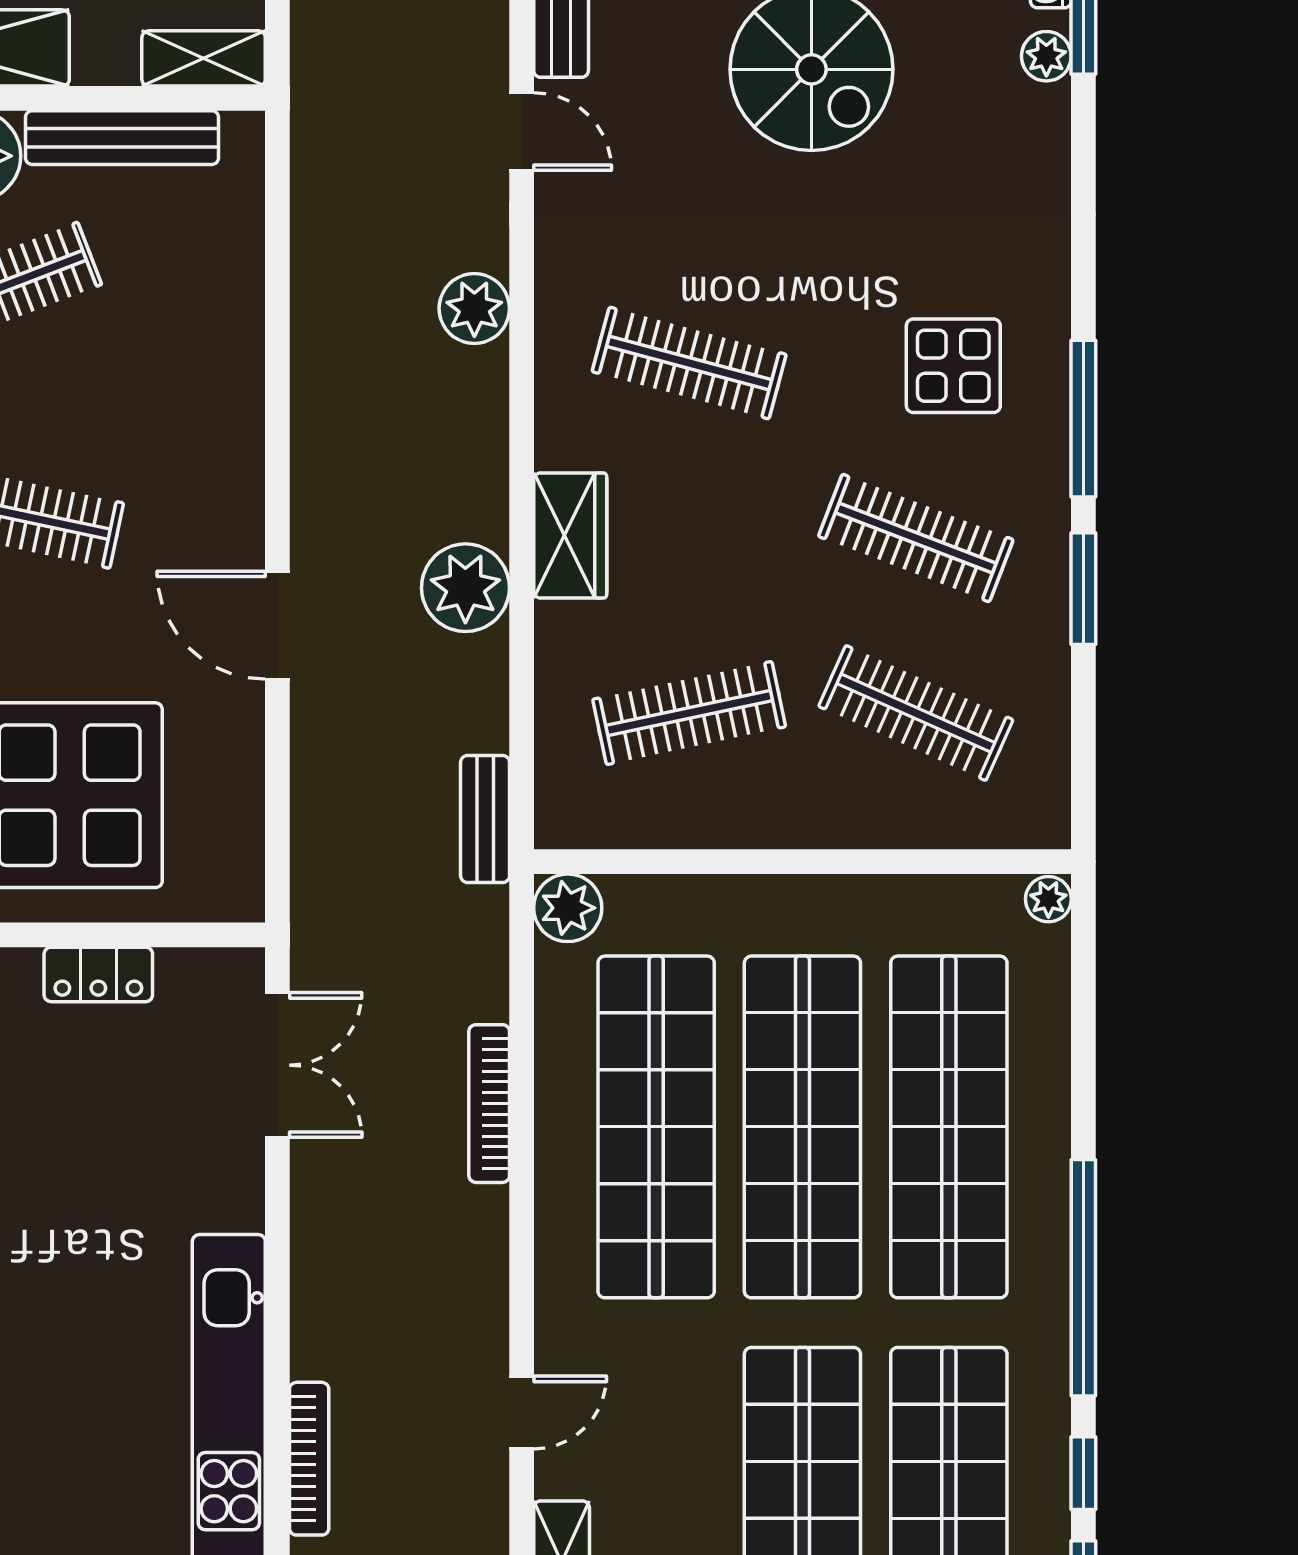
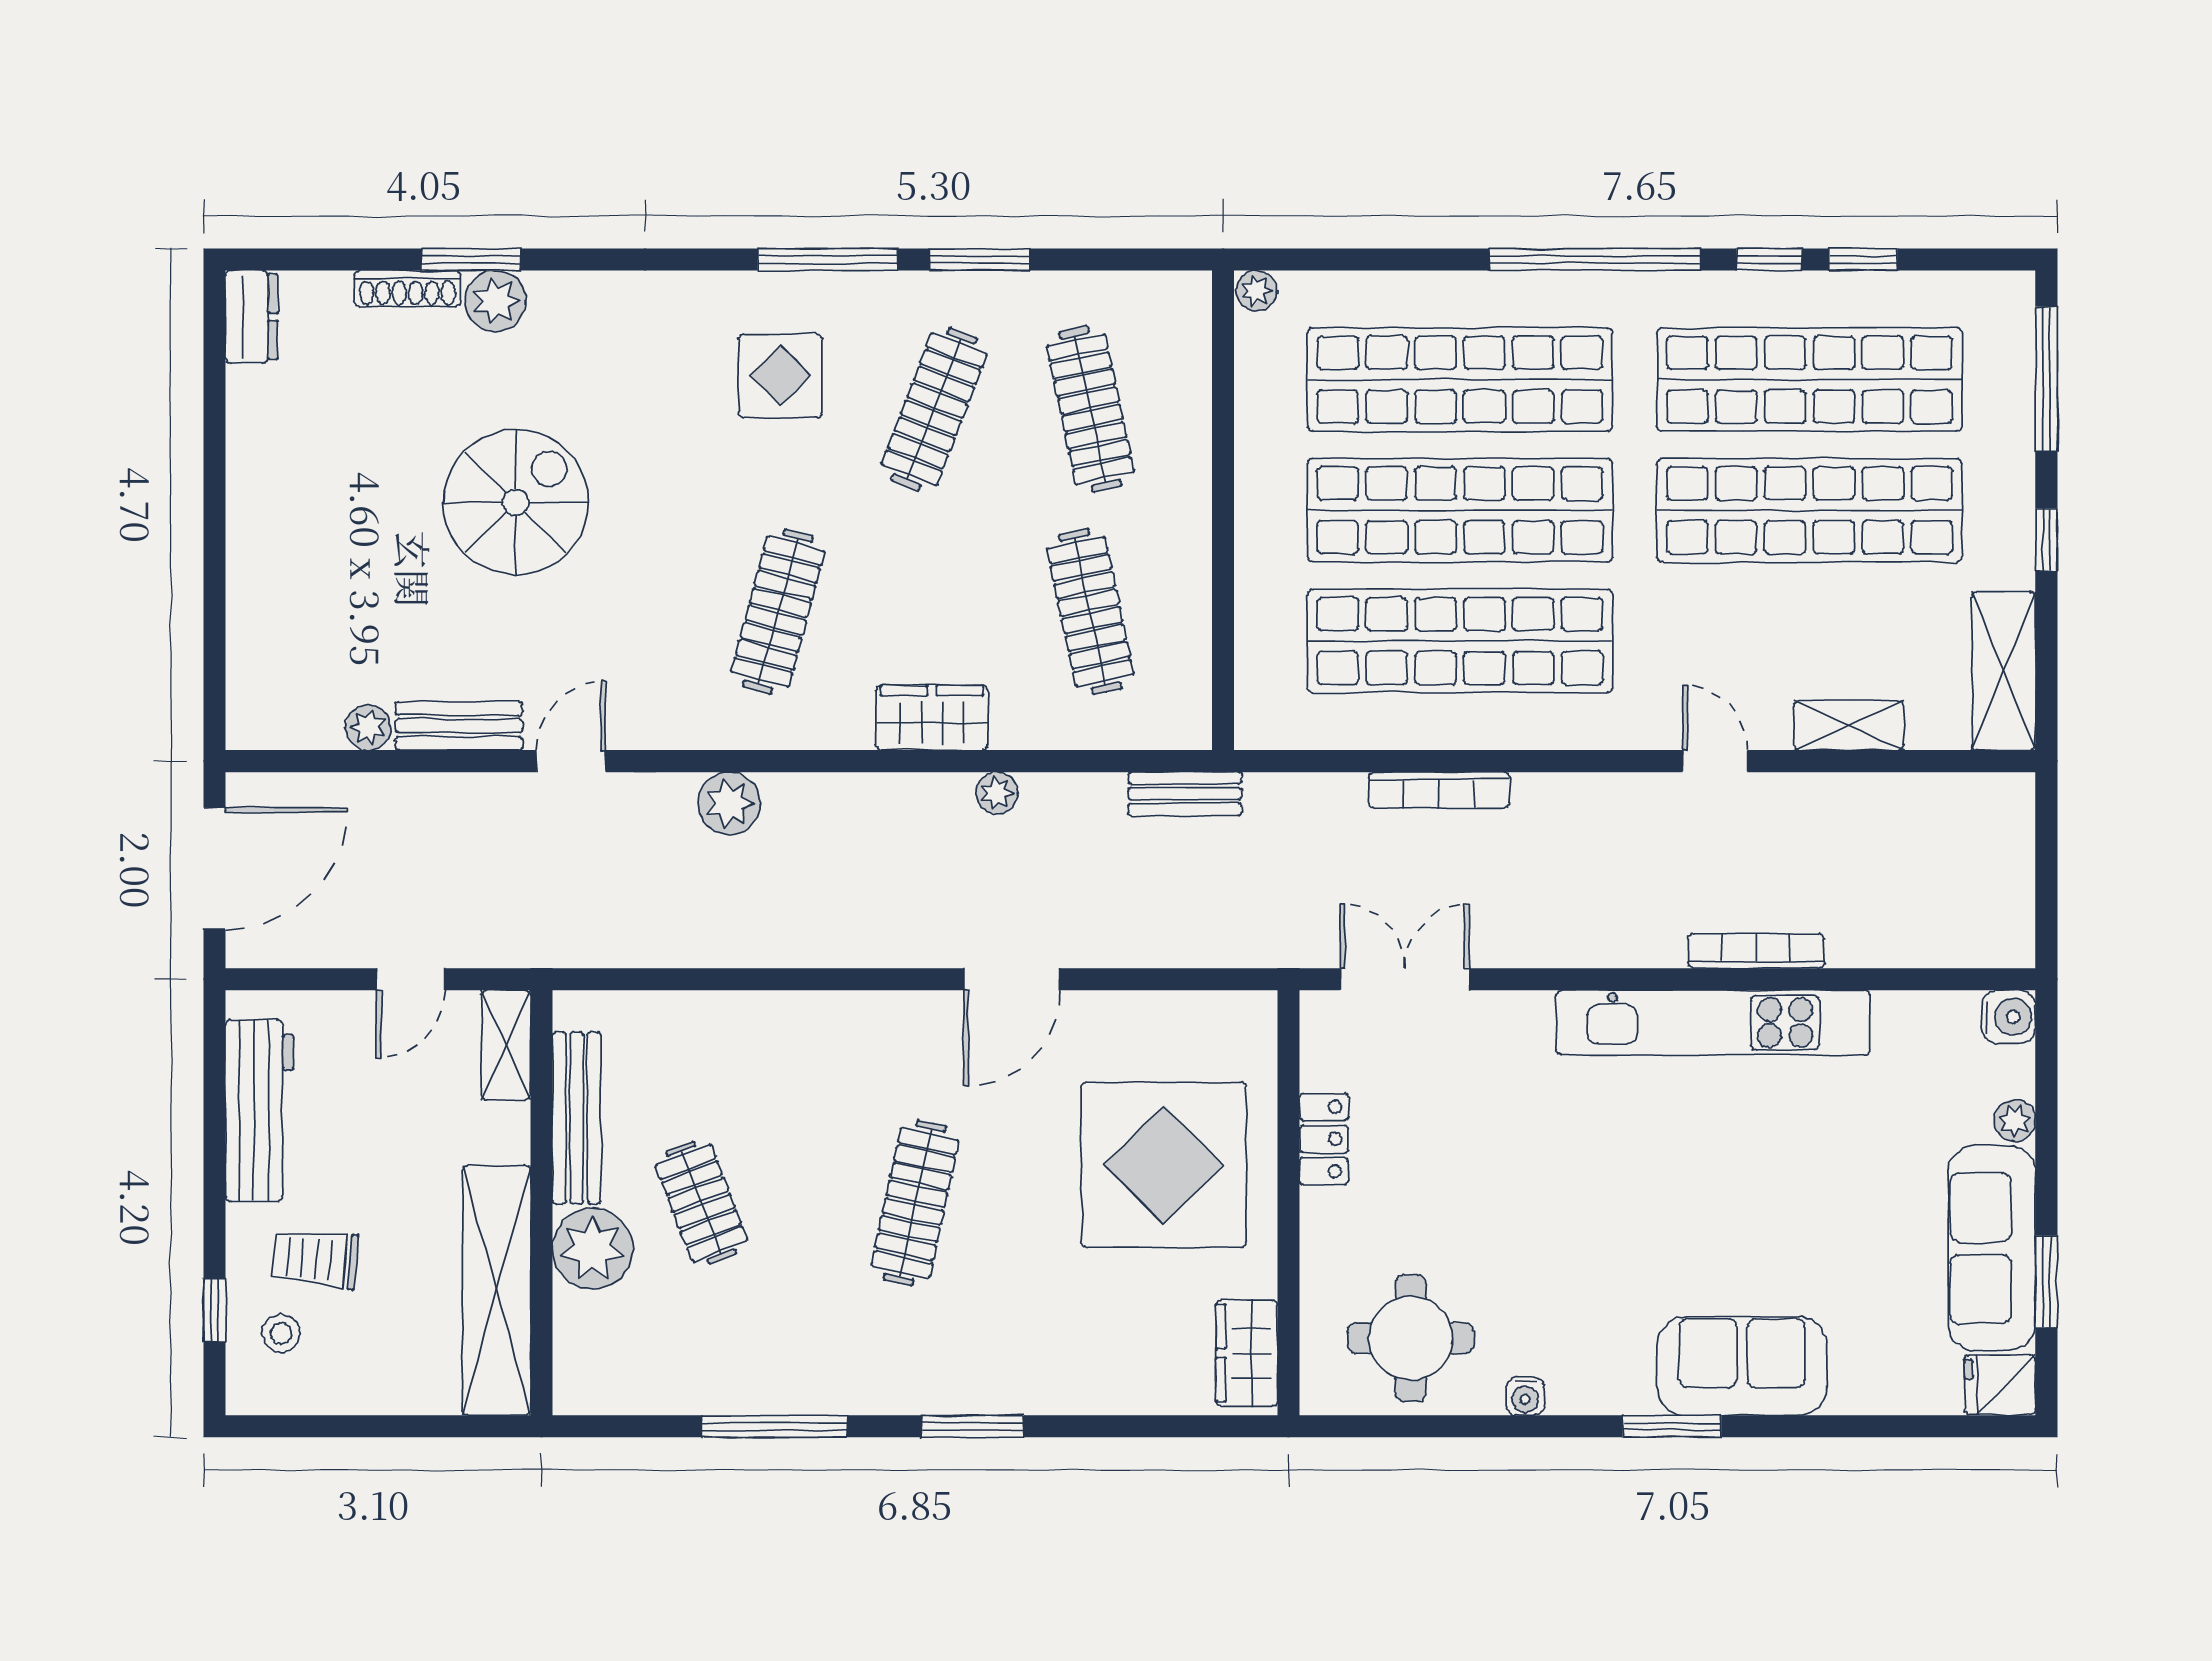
plant: (1046, 56) -> (496, 301), width x1.38, depth x1.38
plant: (465, 588) -> (997, 793), width x0.53, depth x0.53
clothes rail: (916, 713) -> (1090, 409), turned -36
plant: (568, 908) -> (1264, 720), removed

